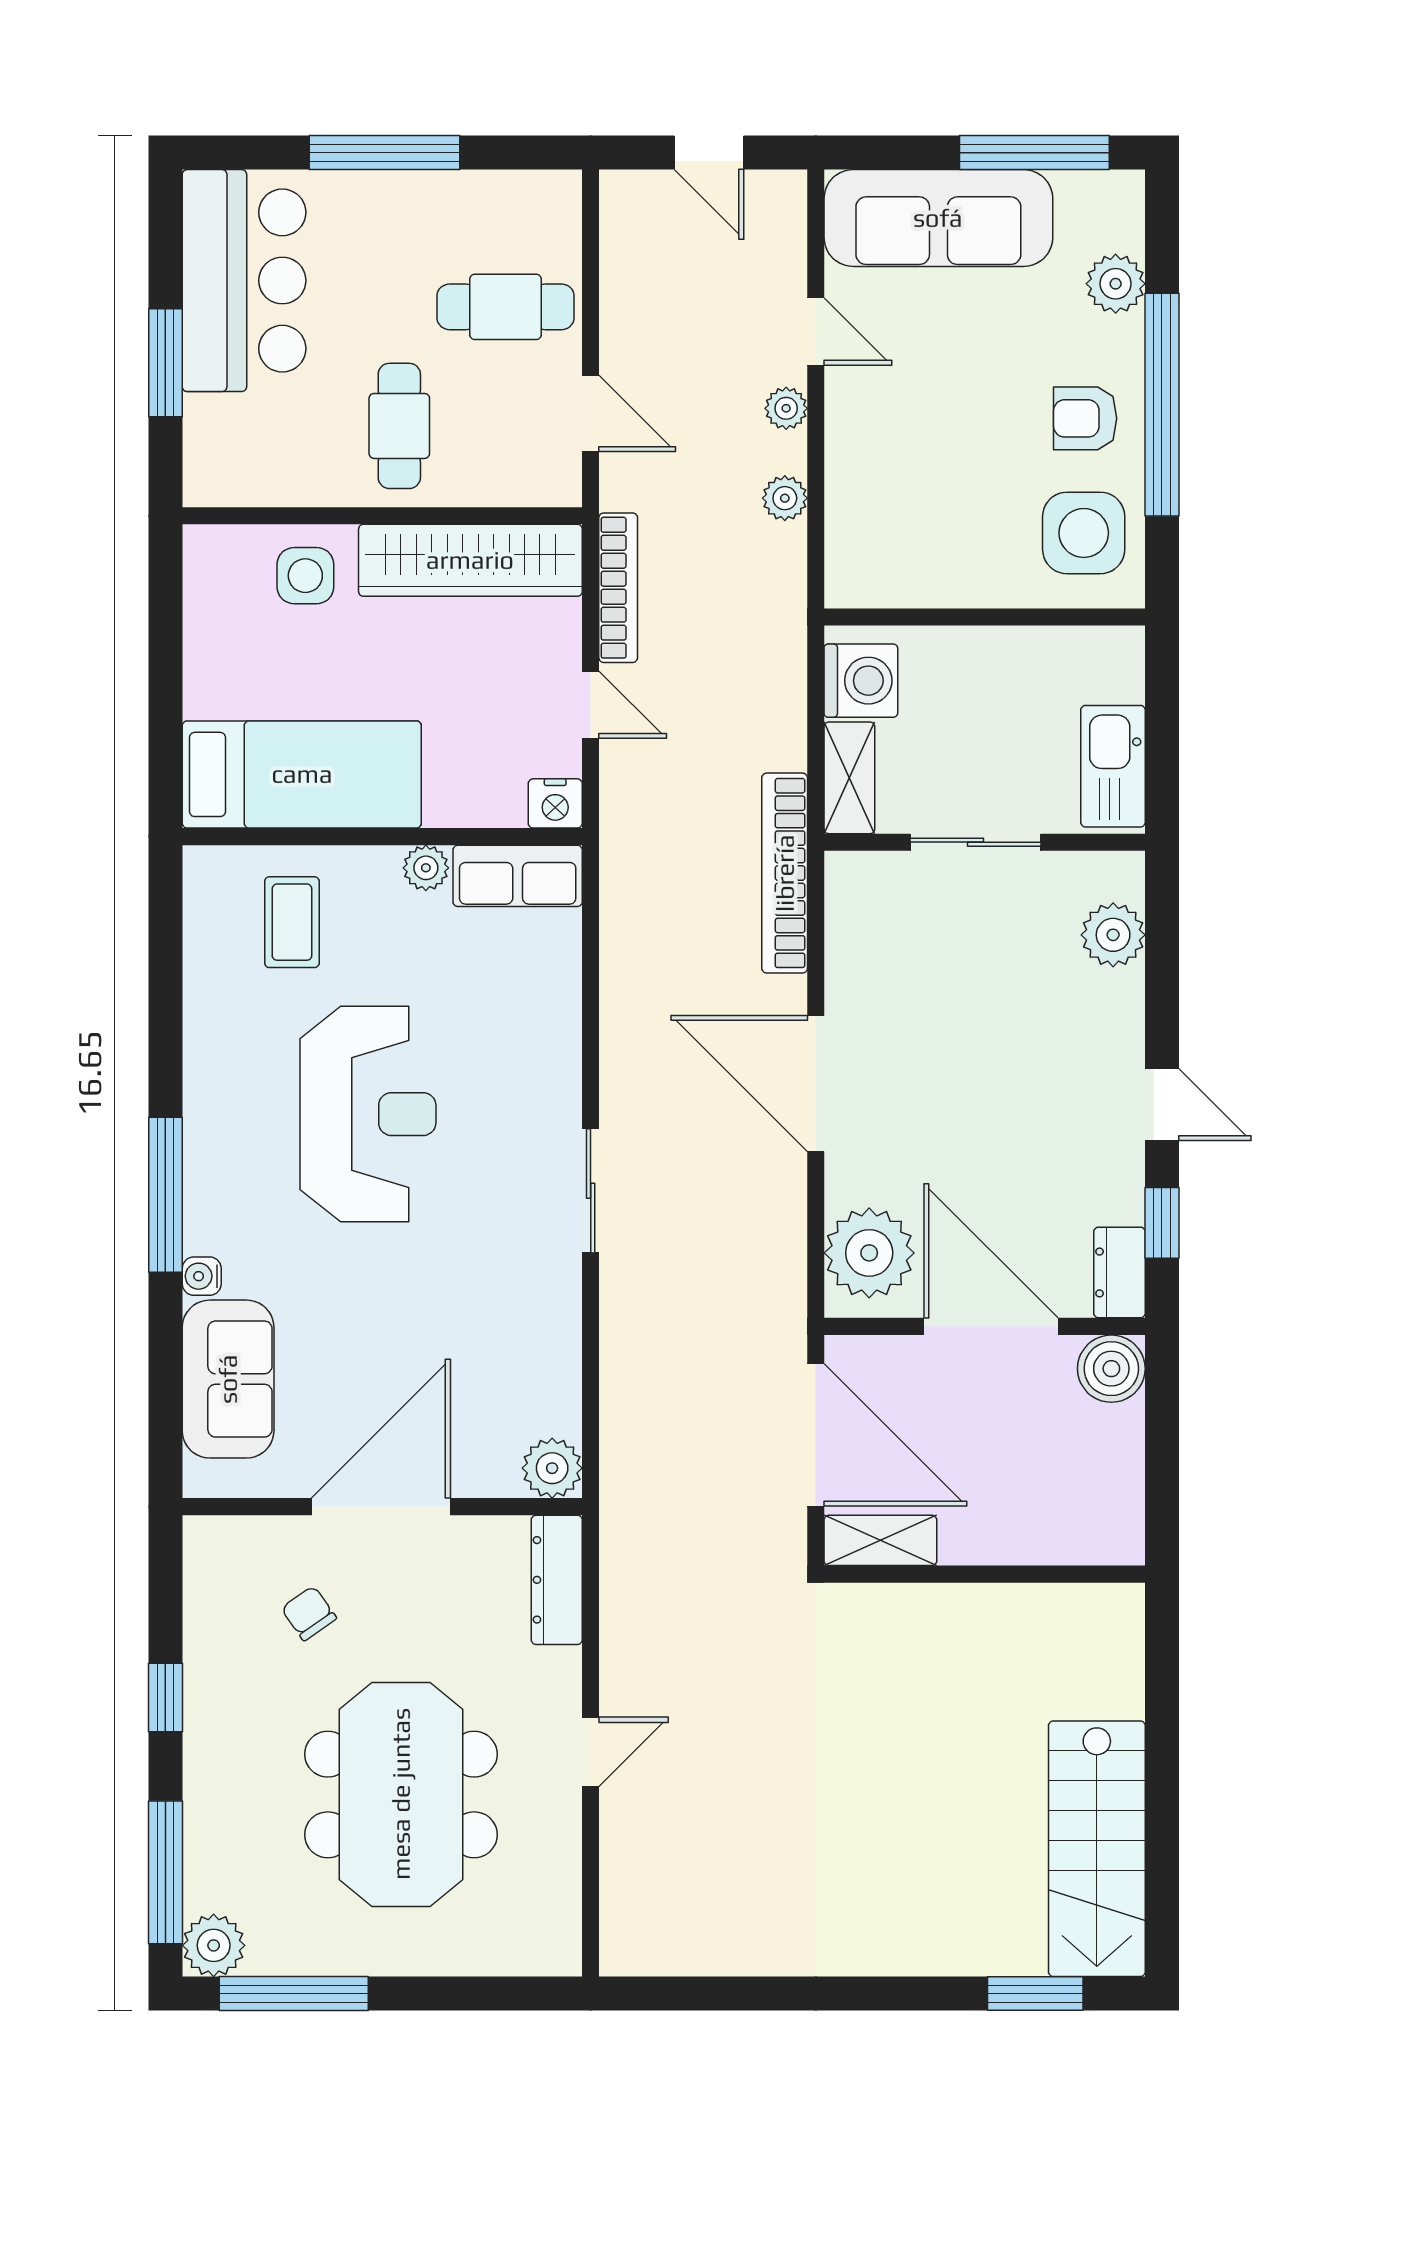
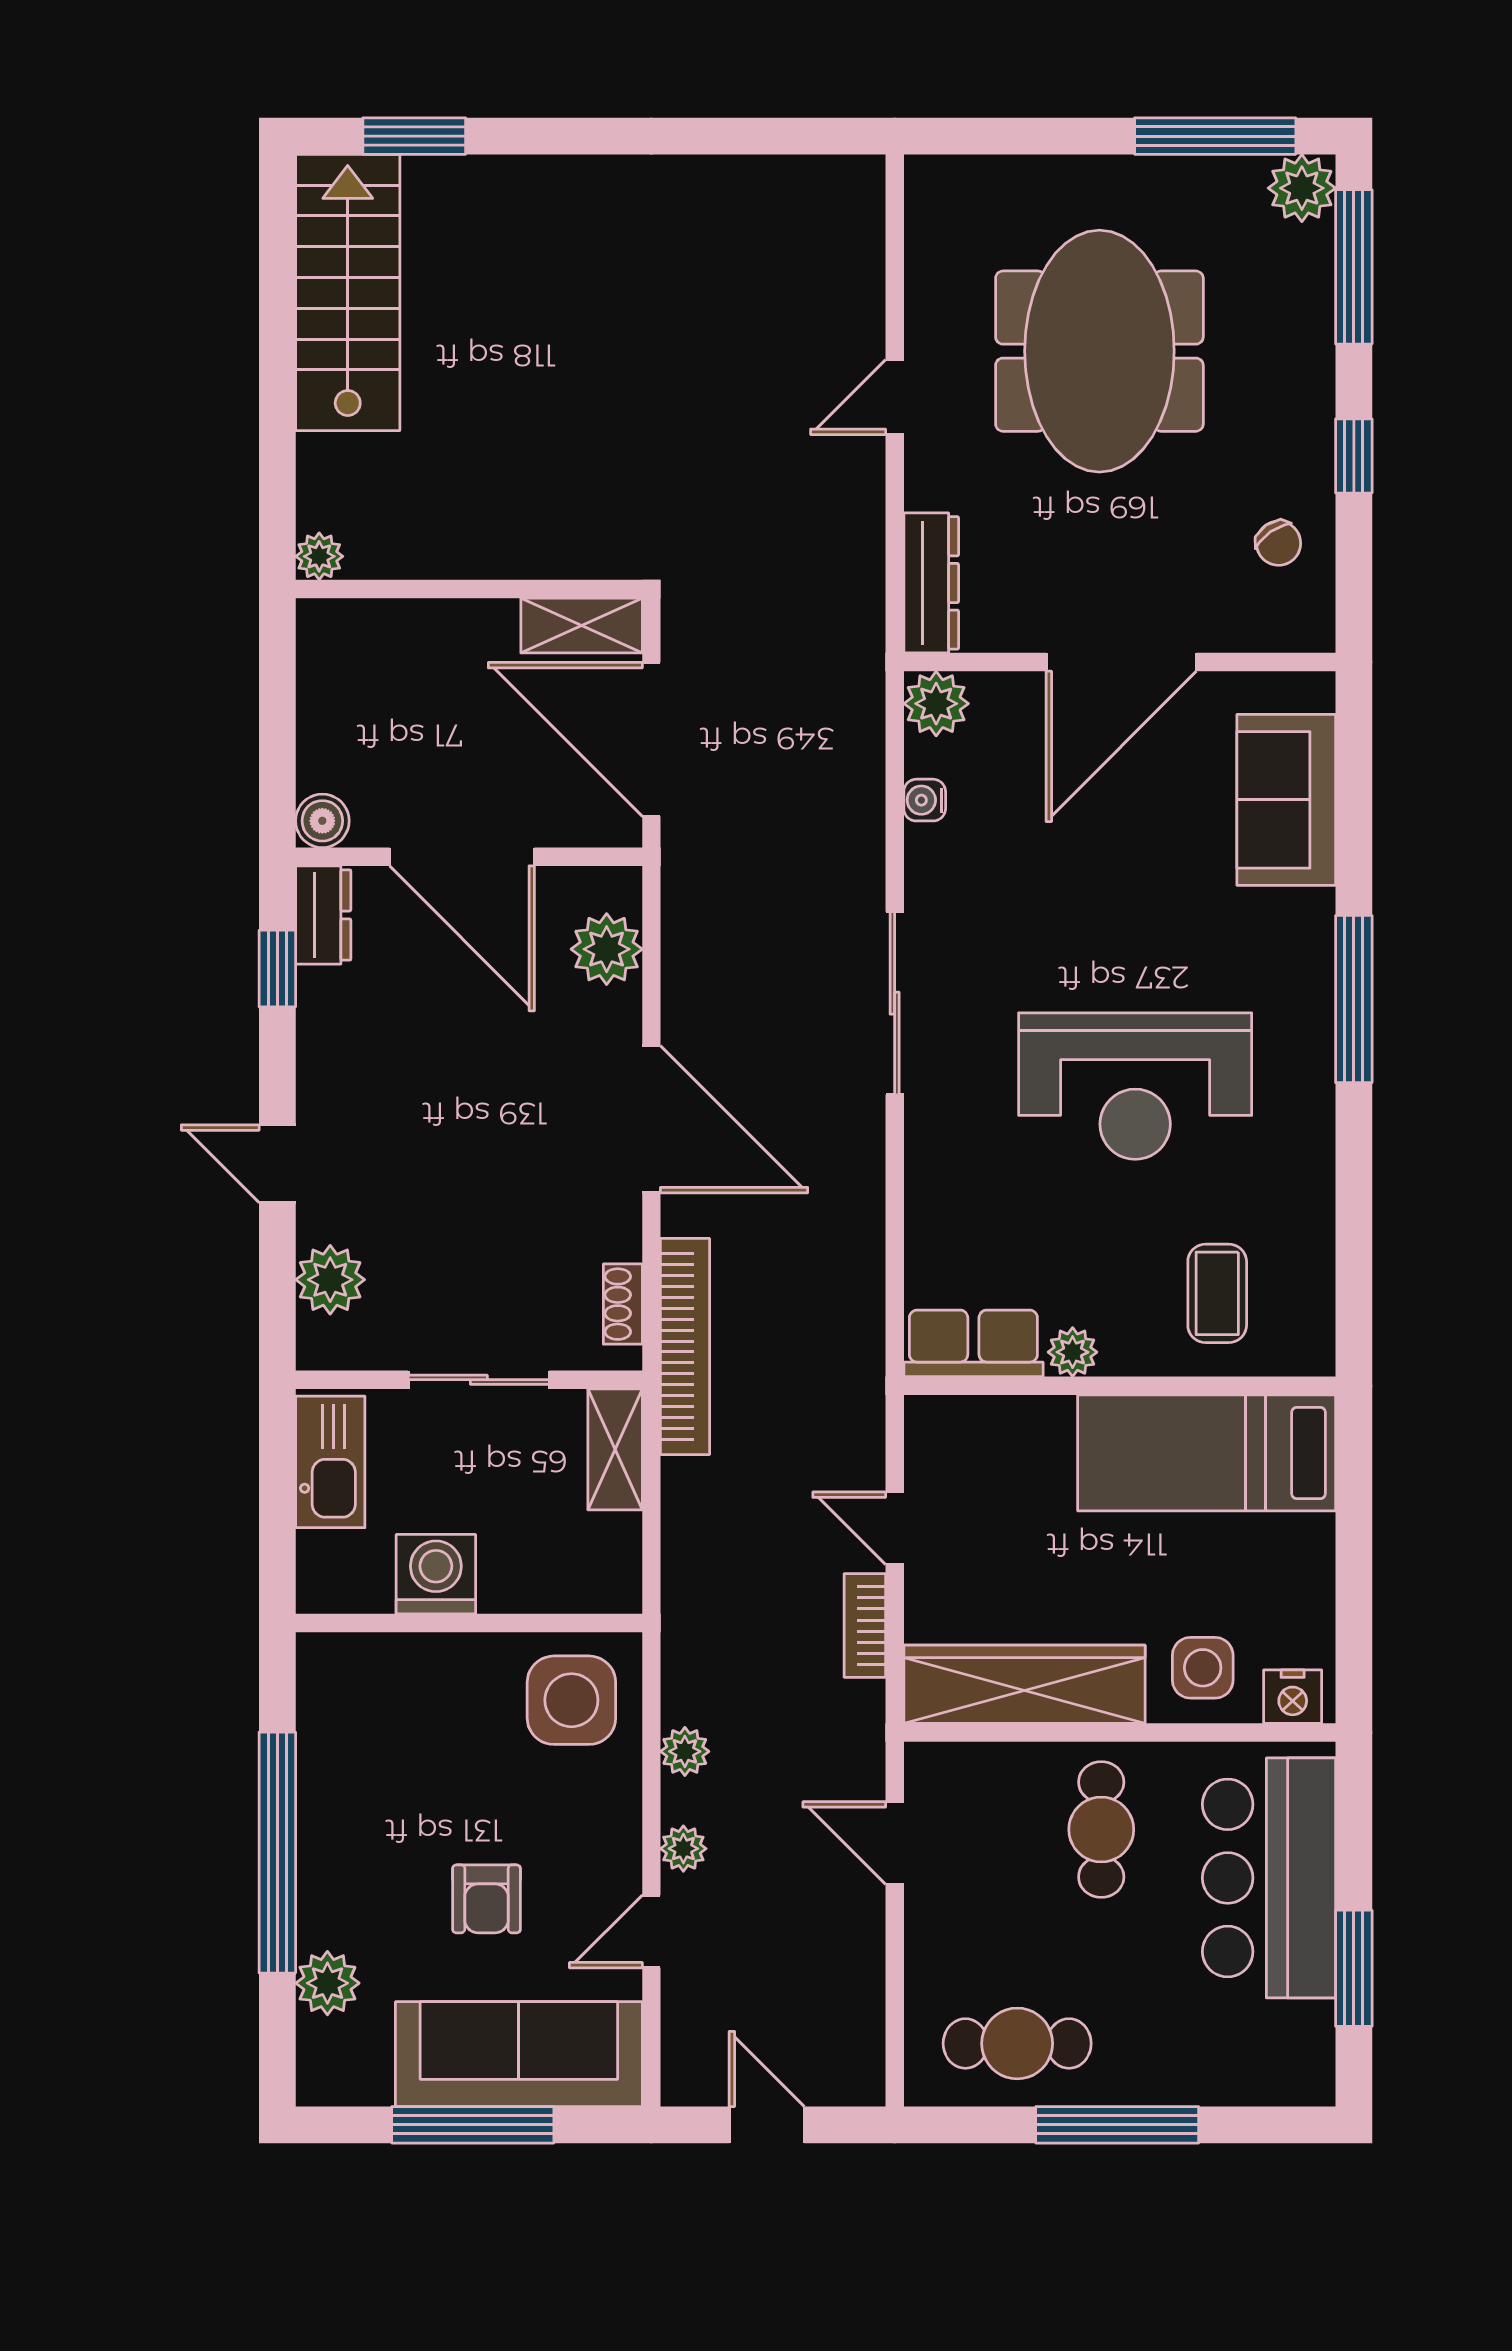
window: (1034, 153) -> (473, 2125), moved
bar counter: (244, 281) -> (1269, 1878), moved
cafe table: (506, 307) -> (1017, 2043), moved
door: (816, 332) -> (651, 1931), hinge flipped
window: (165, 363) -> (1354, 1968), moved
armchair: (1085, 418) -> (486, 1899), moved, turned 90
side table: (1084, 533) -> (571, 1700), moved
bookcase: (618, 588) -> (865, 1626), width x0.64
washing machine: (861, 681) -> (436, 1574), moved, turned 90
nightstand: (555, 803) -> (1293, 1697), moved, turned 180
shoe rack: (842, 912) -> (623, 1304), added
door: (1162, 1105) -> (277, 1164), moved
reception desk: (368, 1114) -> (1135, 1086), turned -90
sliding door: (591, 1191) -> (895, 1003), width x1.37
plant: (869, 1253) -> (607, 949), width x0.73, depth x0.73
water cooler: (202, 1276) -> (925, 800), moved, turned 180
boiler: (1111, 1369) -> (322, 821), width x0.73, depth x0.73
plant: (1123, 1604) -> (319, 556), added
chair: (309, 1613) -> (1279, 543), moved

